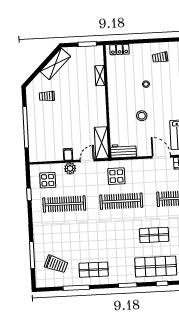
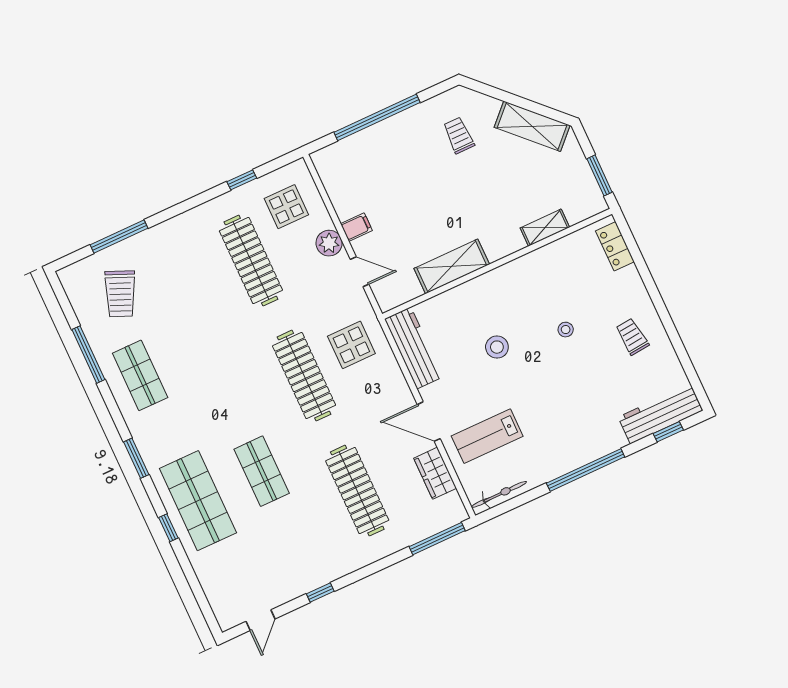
shelving: (102, 143) -> (452, 266), moved
workbench: (123, 151) -> (414, 348), width x1.37
door: (161, 157) -> (429, 422), swing flipped

